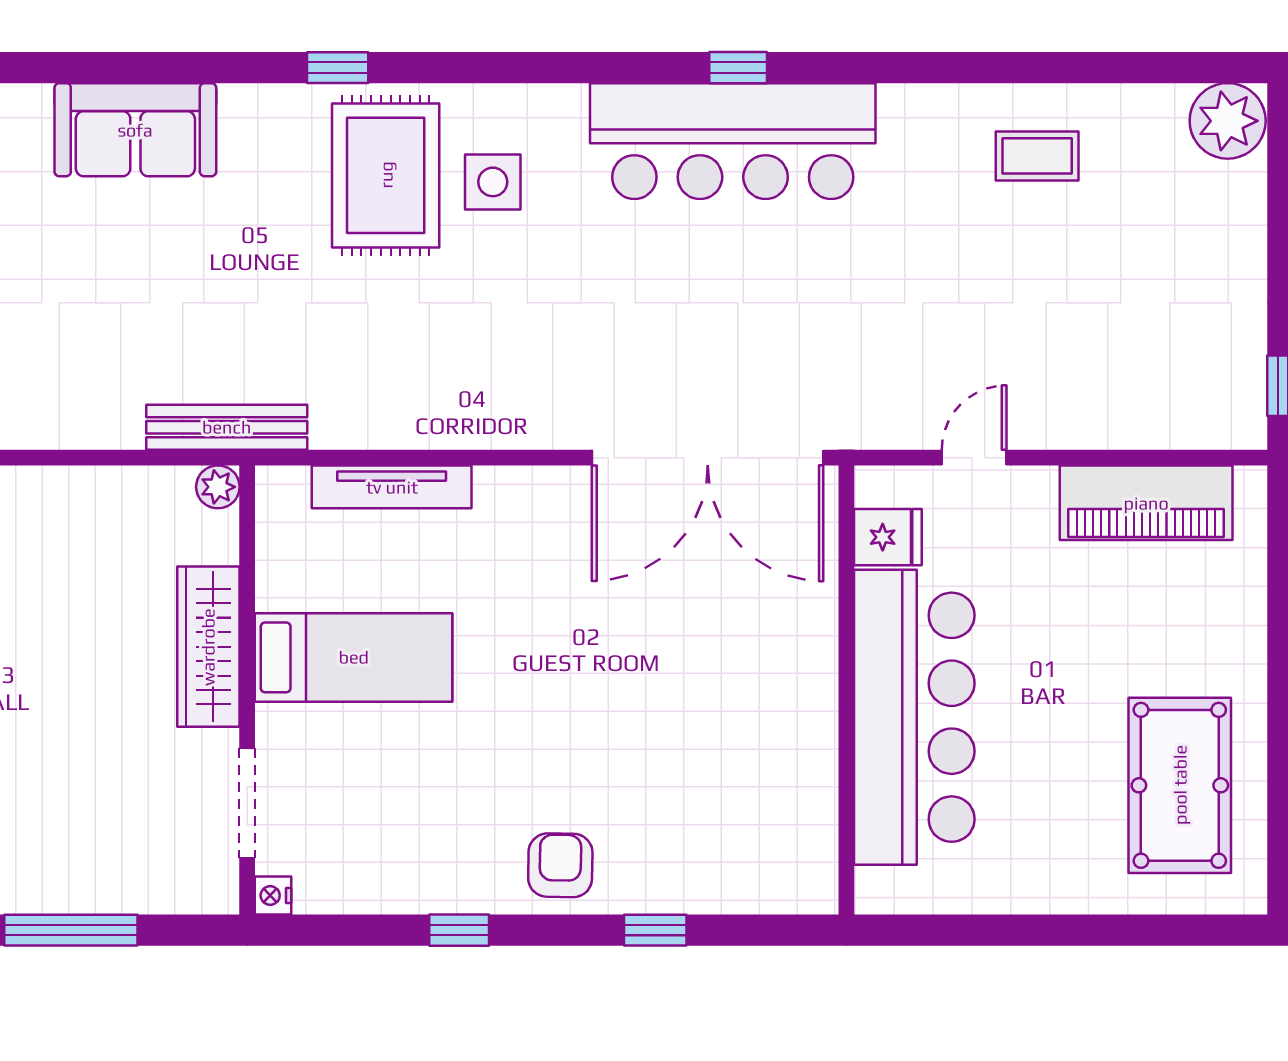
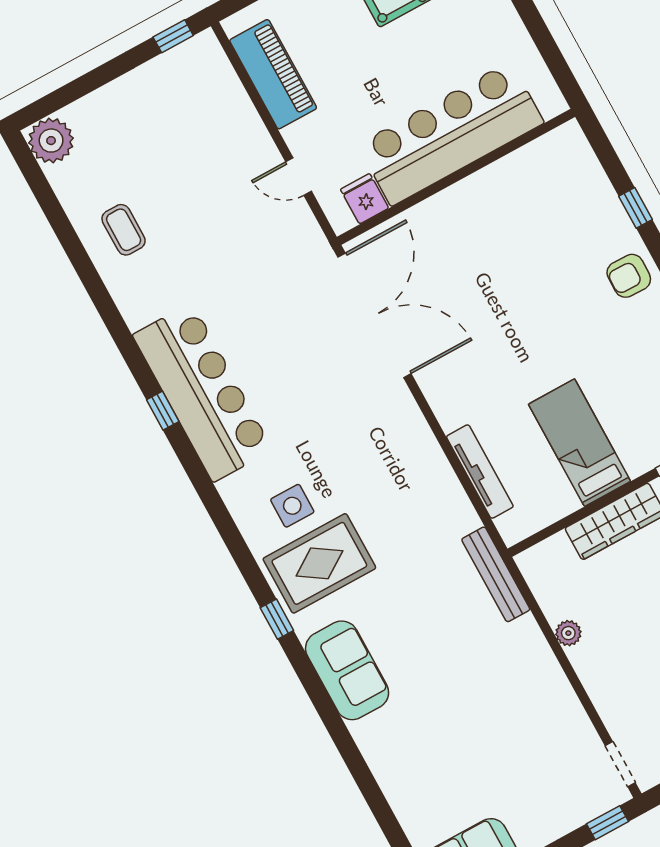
sofa: (135, 130) -> (347, 670), moved
plant: (218, 487) -> (568, 633), moved

